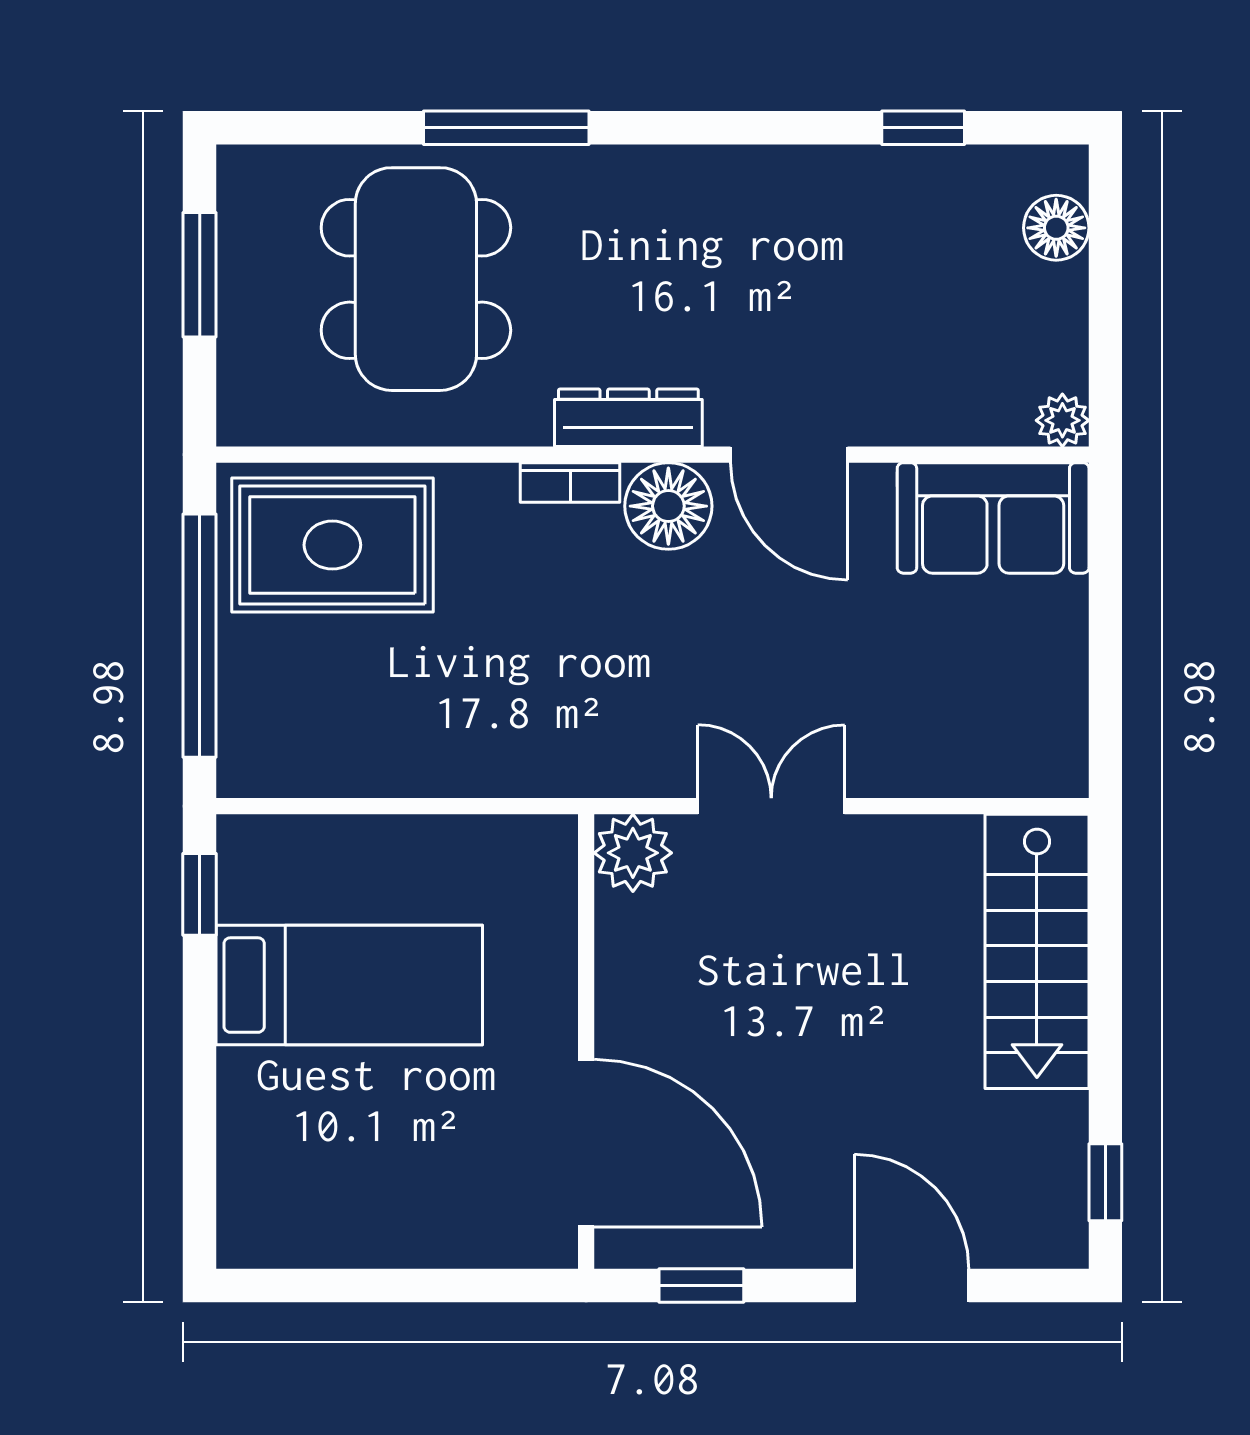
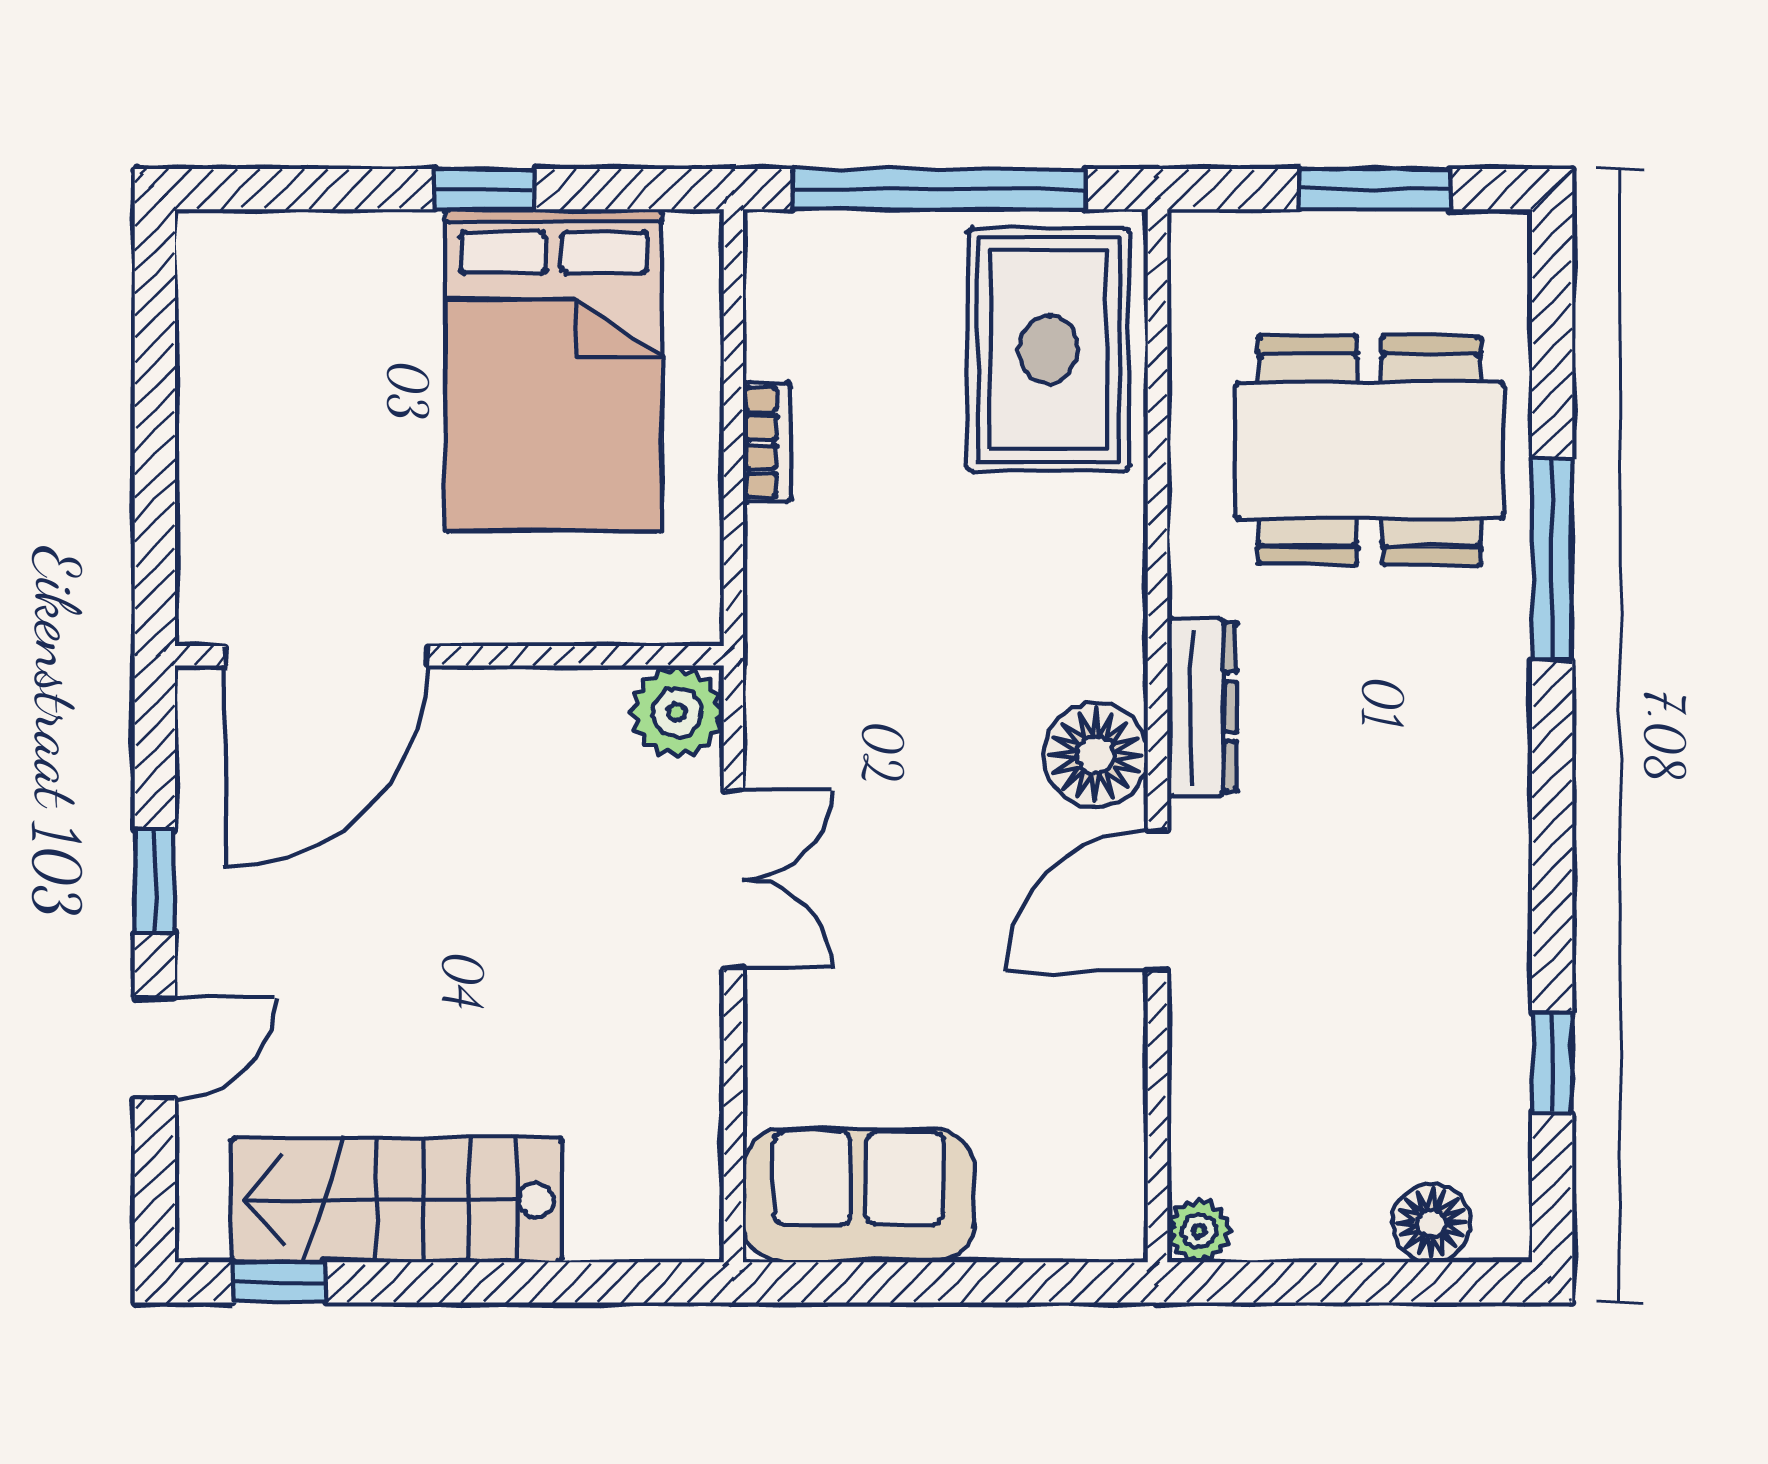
bookcase: (570, 482) -> (767, 442), moved, turned 180
sofa: (993, 518) -> (858, 1196), moved, turned 90
window: (200, 894) -> (484, 189), moved
stairs: (1037, 951) -> (397, 1200), moved
bed: (349, 985) -> (554, 370), width x1.50
window: (701, 1286) -> (155, 881), moved
door: (912, 1286) -> (155, 1049), width x0.73

